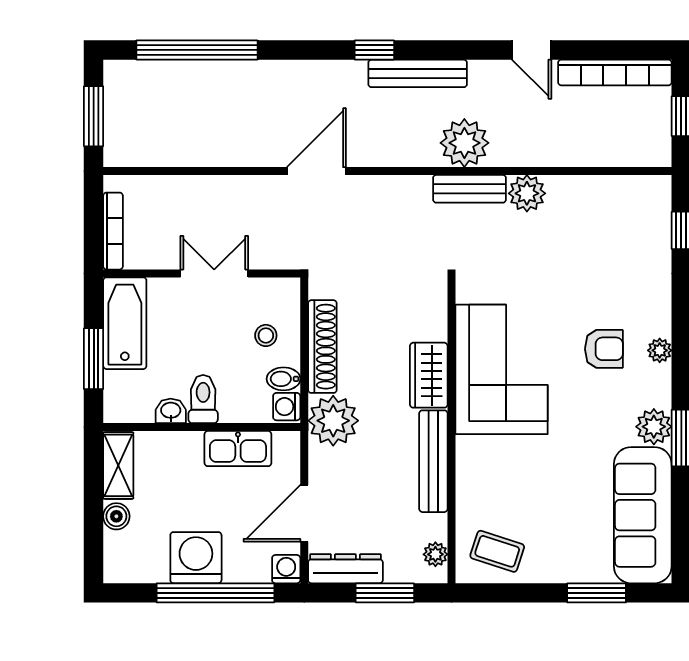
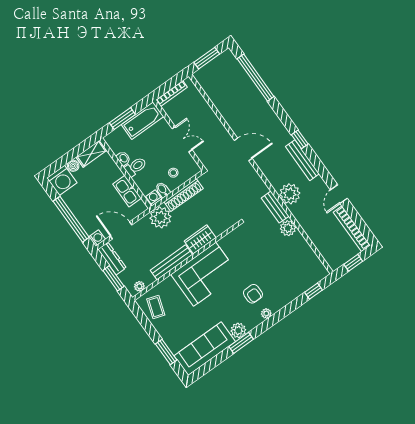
corner sofa: (501, 369) -> (205, 274), moved
washing machine: (196, 558) -> (62, 180), moved, turned 90

